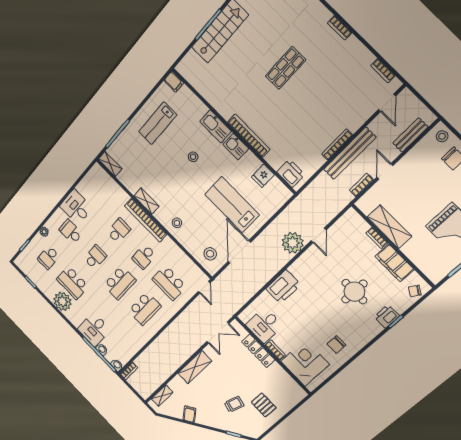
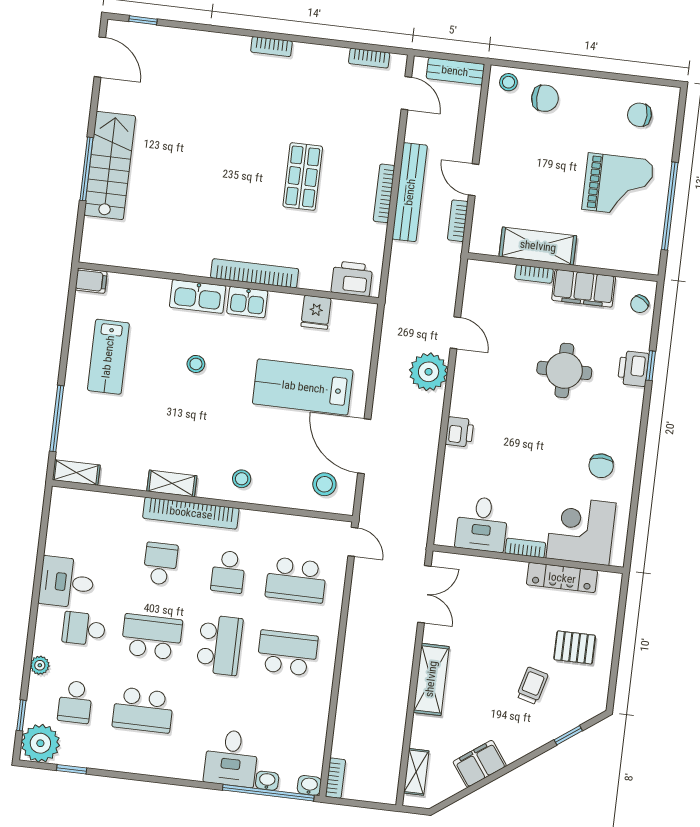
shop shelf: (286, 68) -> (303, 177), moved
bench: (410, 135) -> (455, 71), moved, turned 90
school desk: (95, 257) -> (152, 637), width x1.85
printer: (283, 287) -> (460, 432), width x0.53, depth x0.68
plant: (63, 301) -> (40, 743), moved
school desk: (145, 309) -> (287, 653), turned -90
locker: (258, 351) -> (562, 578), moved
filing cabinet: (190, 414) -> (480, 764), width x2.00

